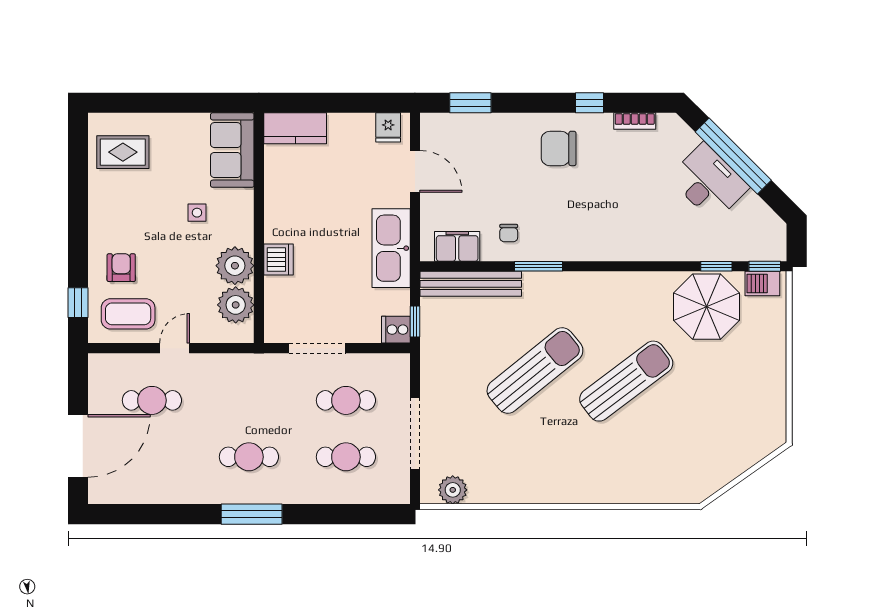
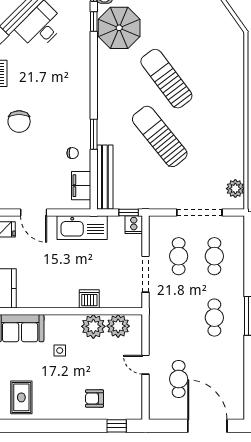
door: (415, 171) -> (34, 212), swing flipped
coffee table: (128, 314) -> (124, 394), removed

